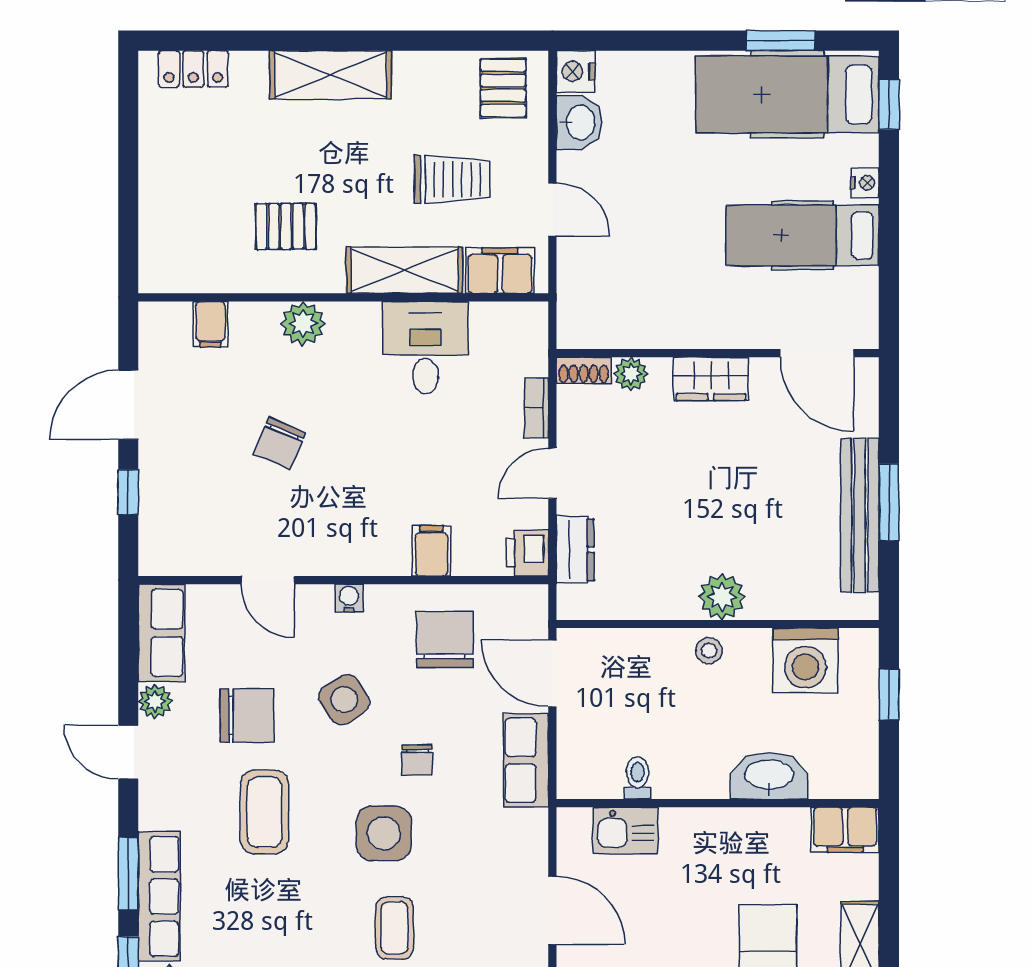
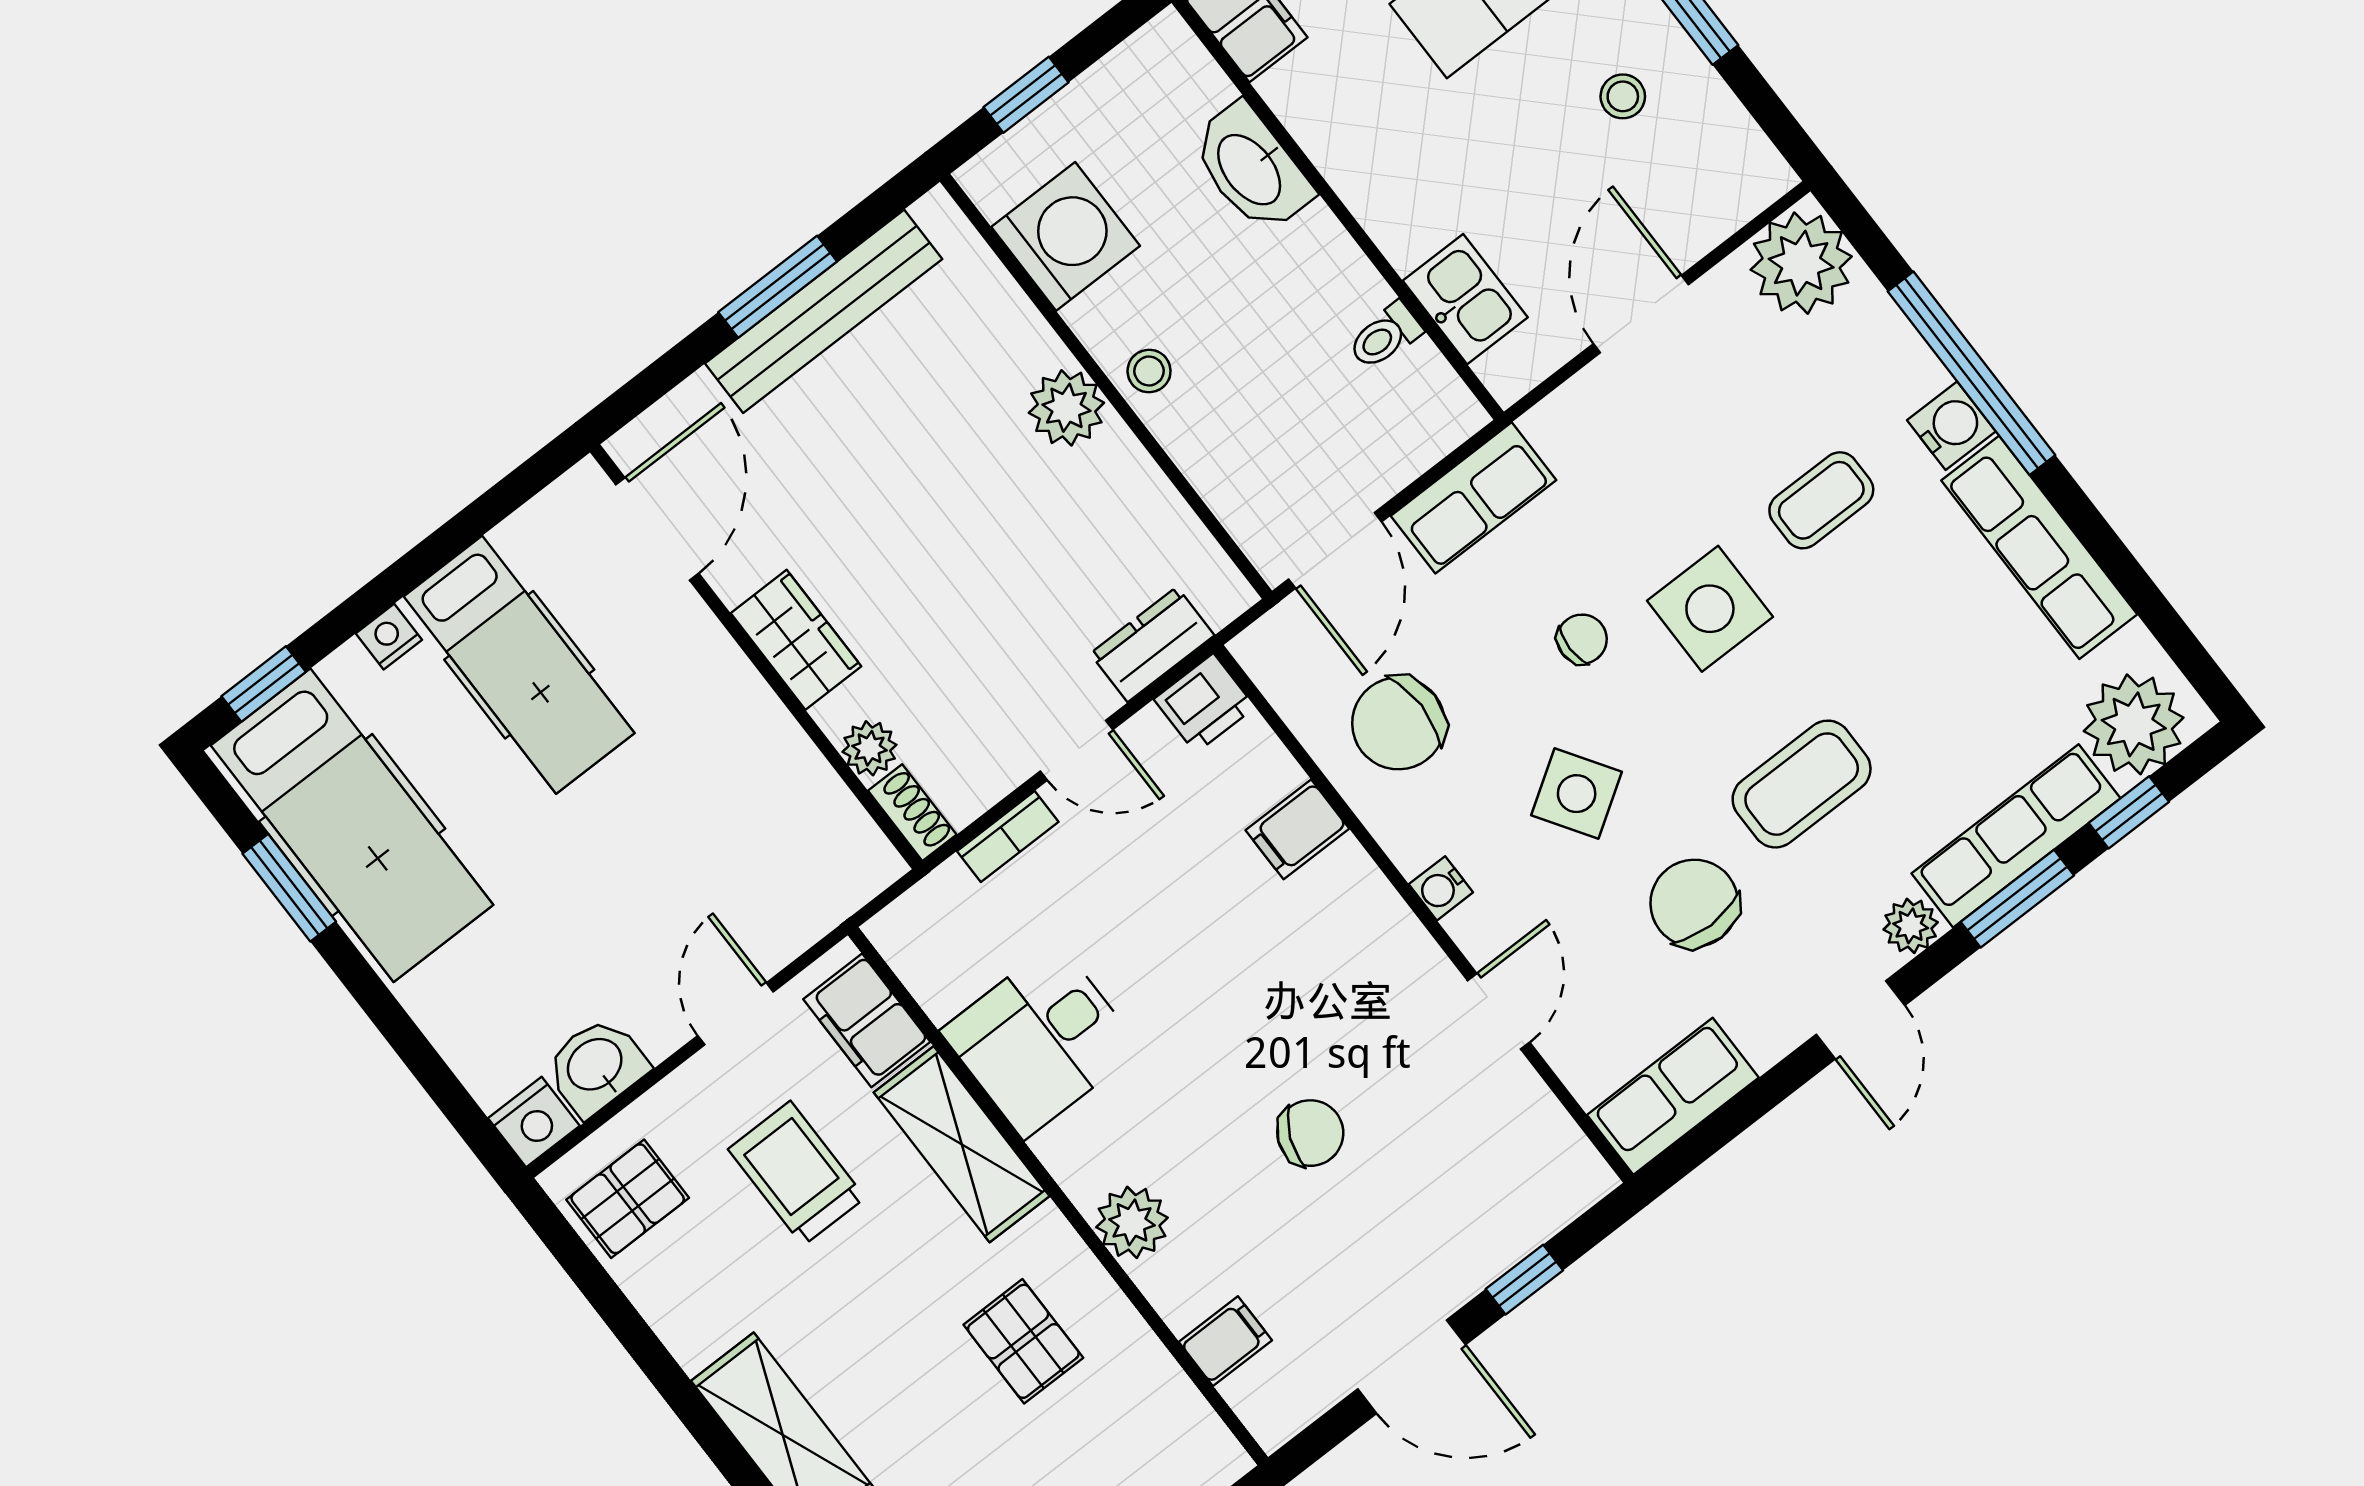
plant: (155, 701) -> (1911, 926), moved

